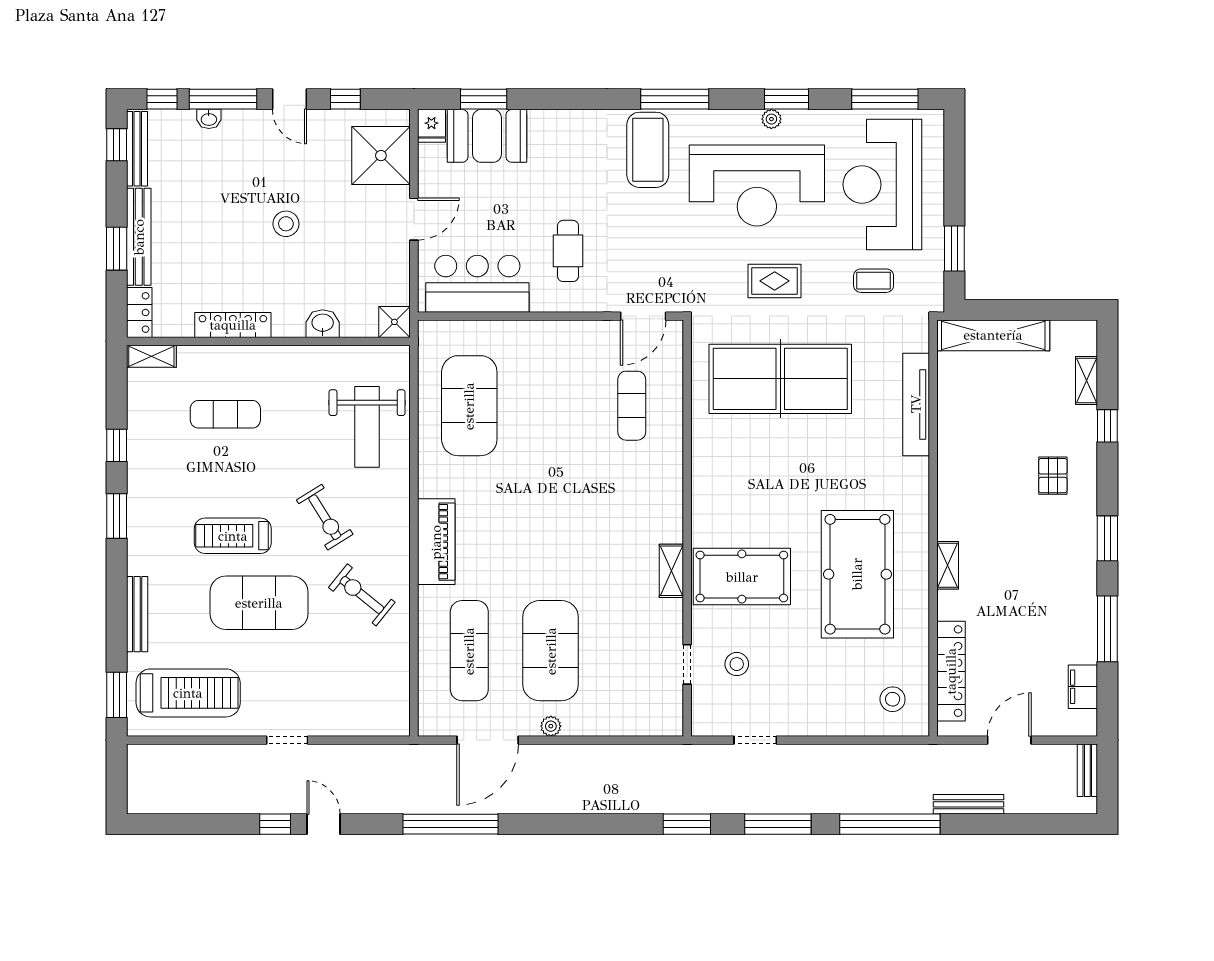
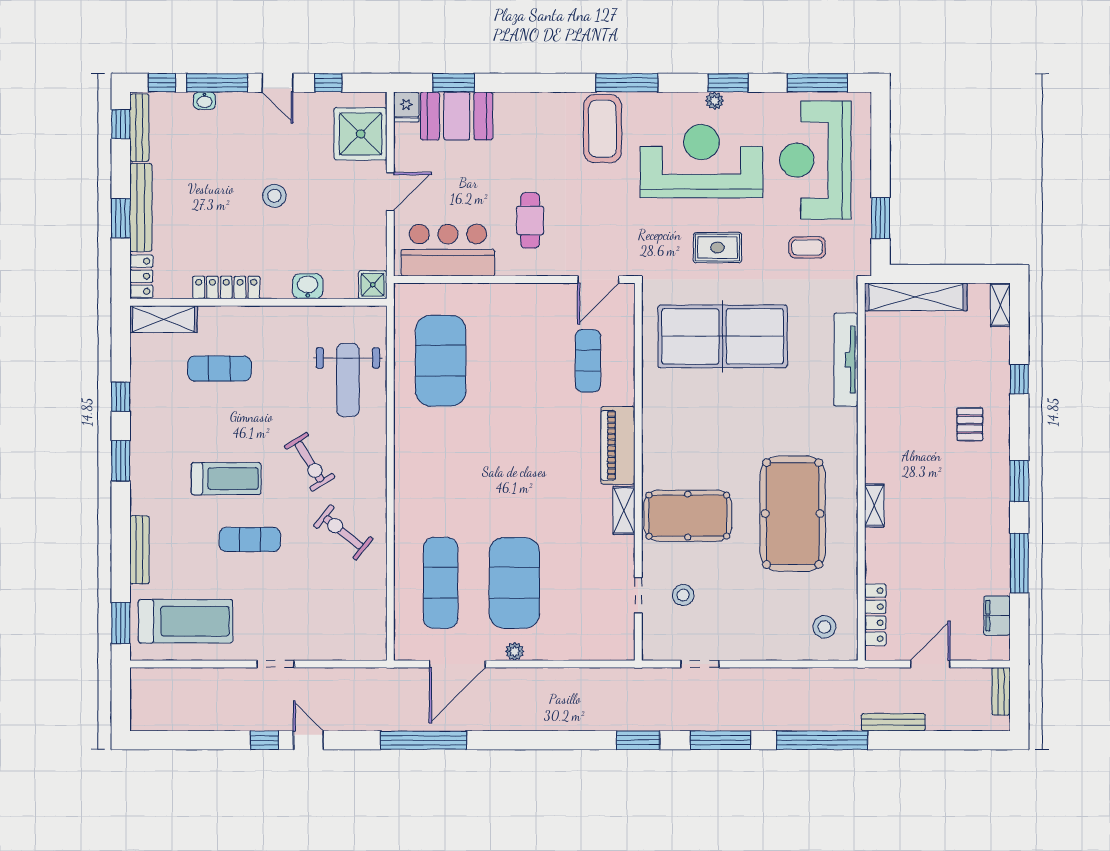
reception desk: (757, 186) -> (701, 161), turned 180
shelving: (151, 356) -> (163, 319), width x1.50, depth x1.33
shelving: (1087, 381) -> (1000, 305), moved
treadmill: (233, 536) -> (226, 479), turned 180
piano: (436, 542) -> (618, 445), moved, turned 180
exercise mat: (259, 603) -> (250, 539), width x0.50, depth x0.69
locker: (951, 671) -> (875, 615), width x0.71, depth x0.83

